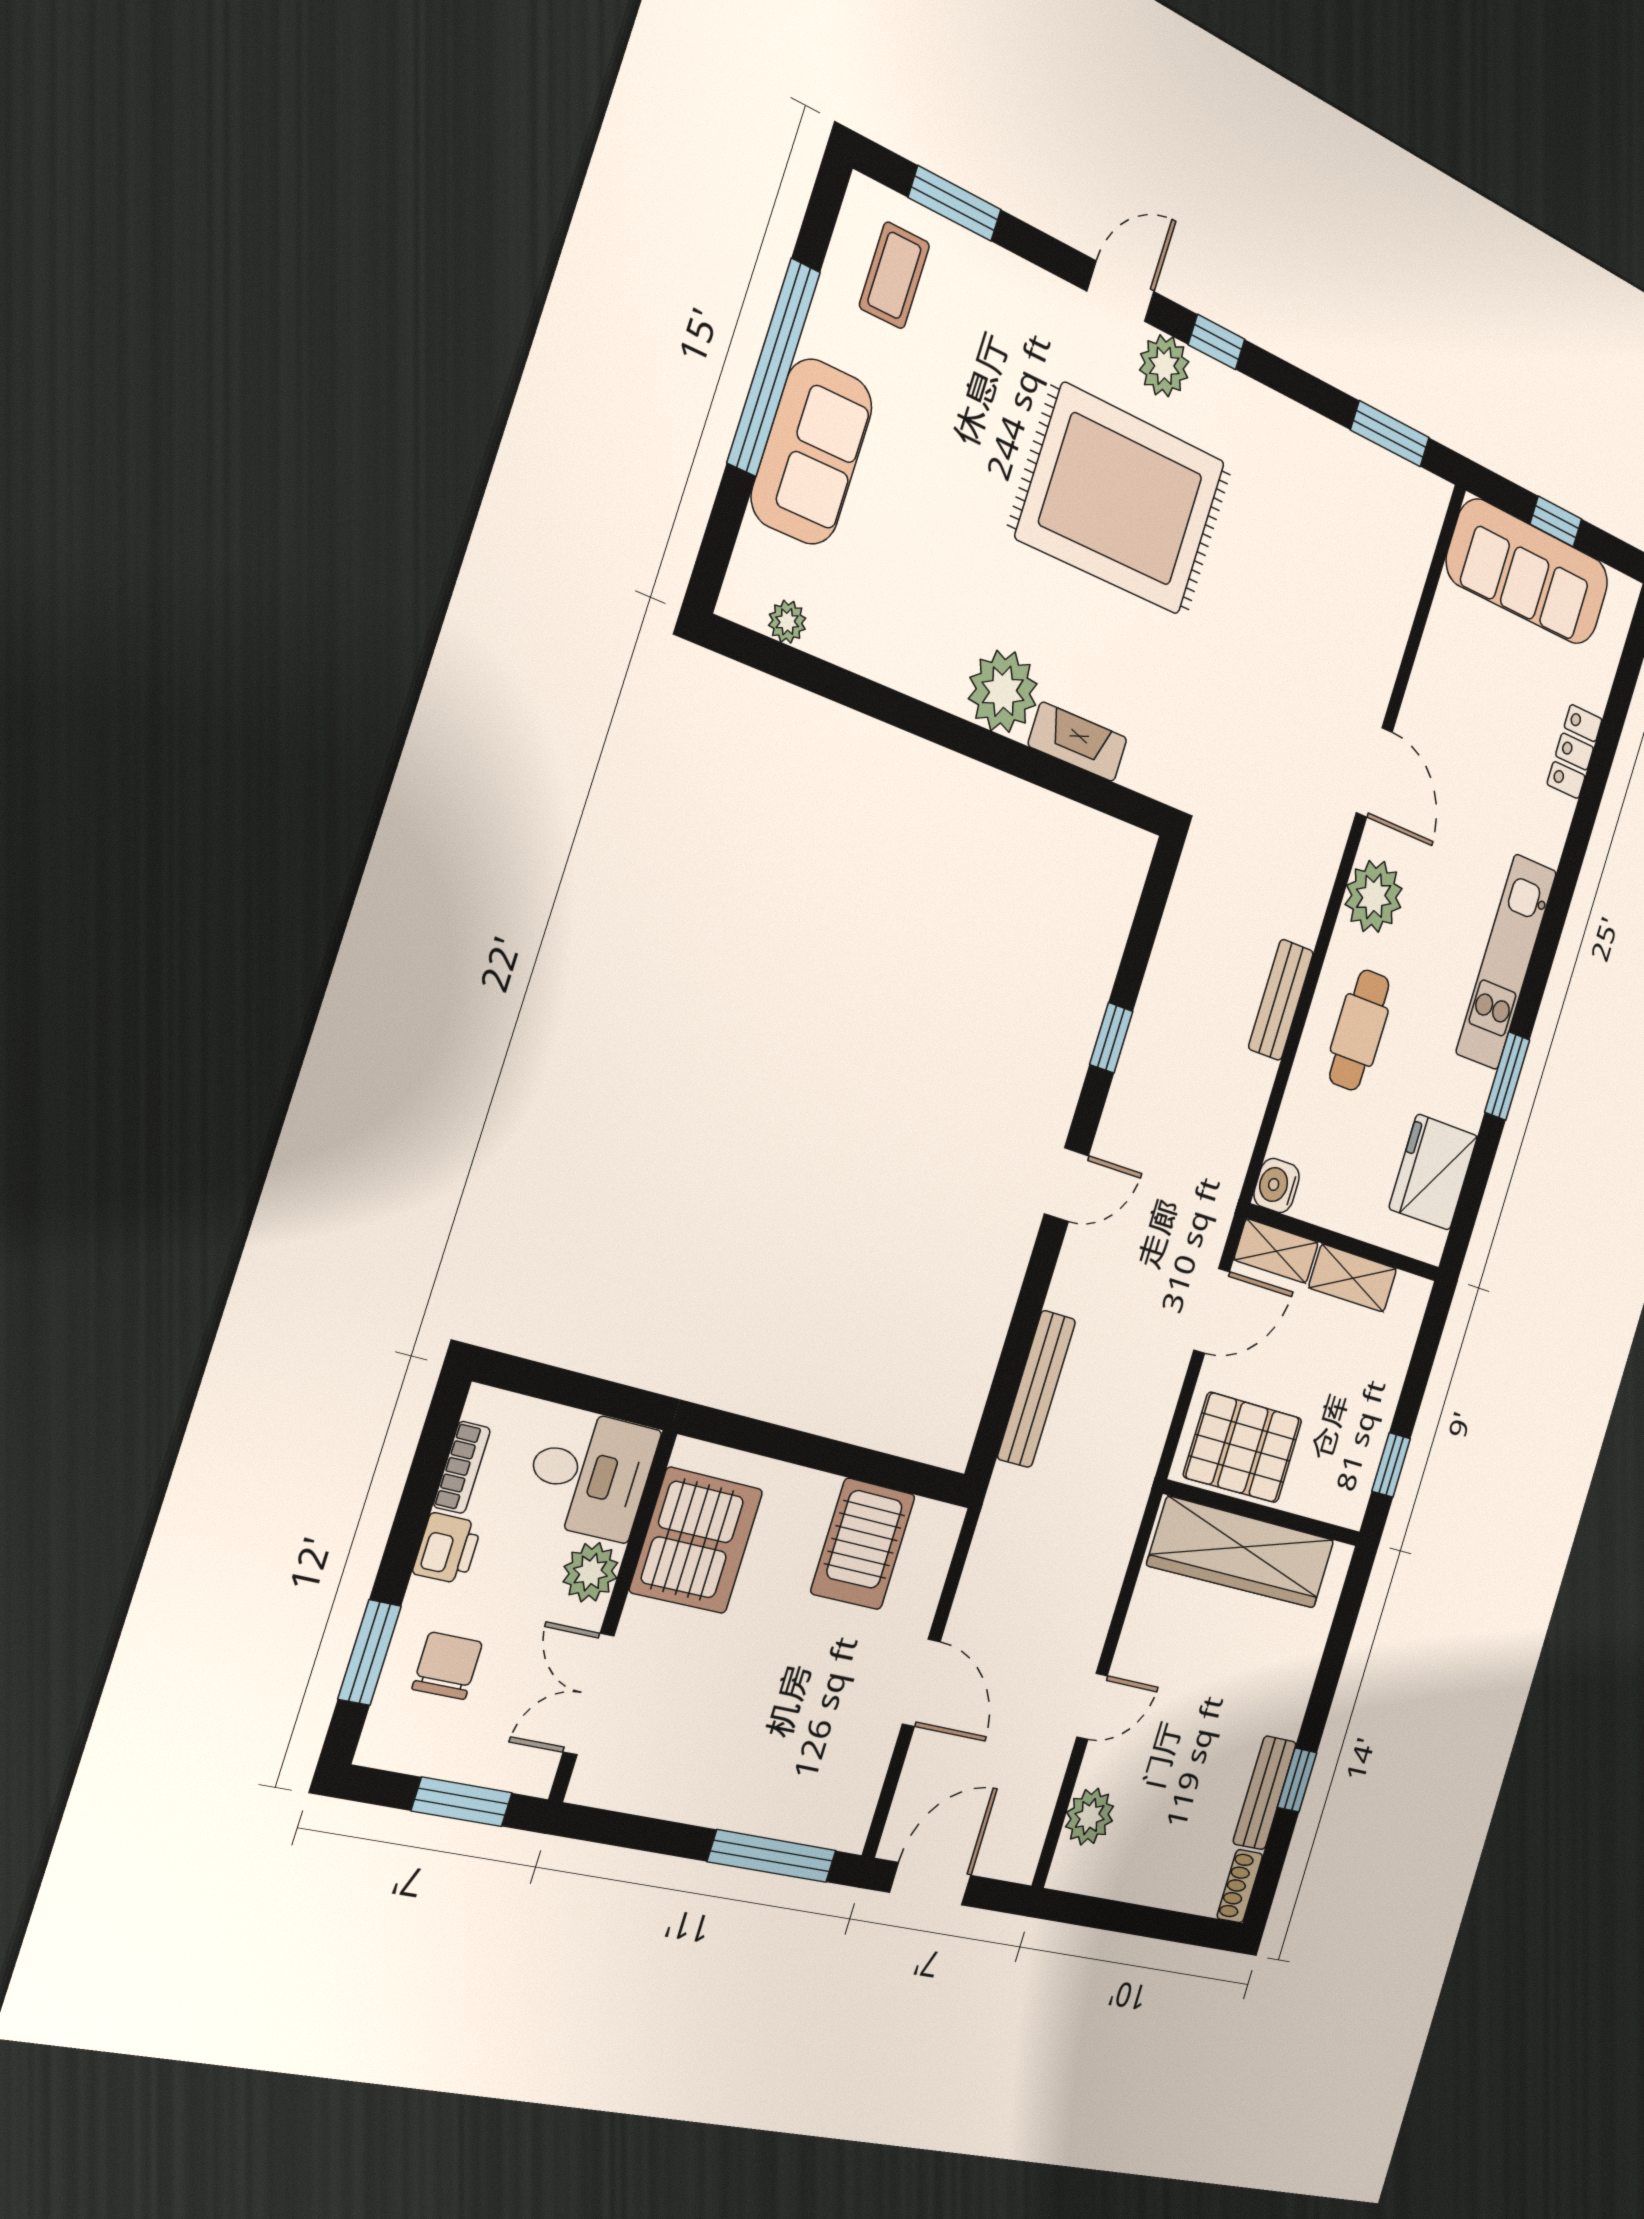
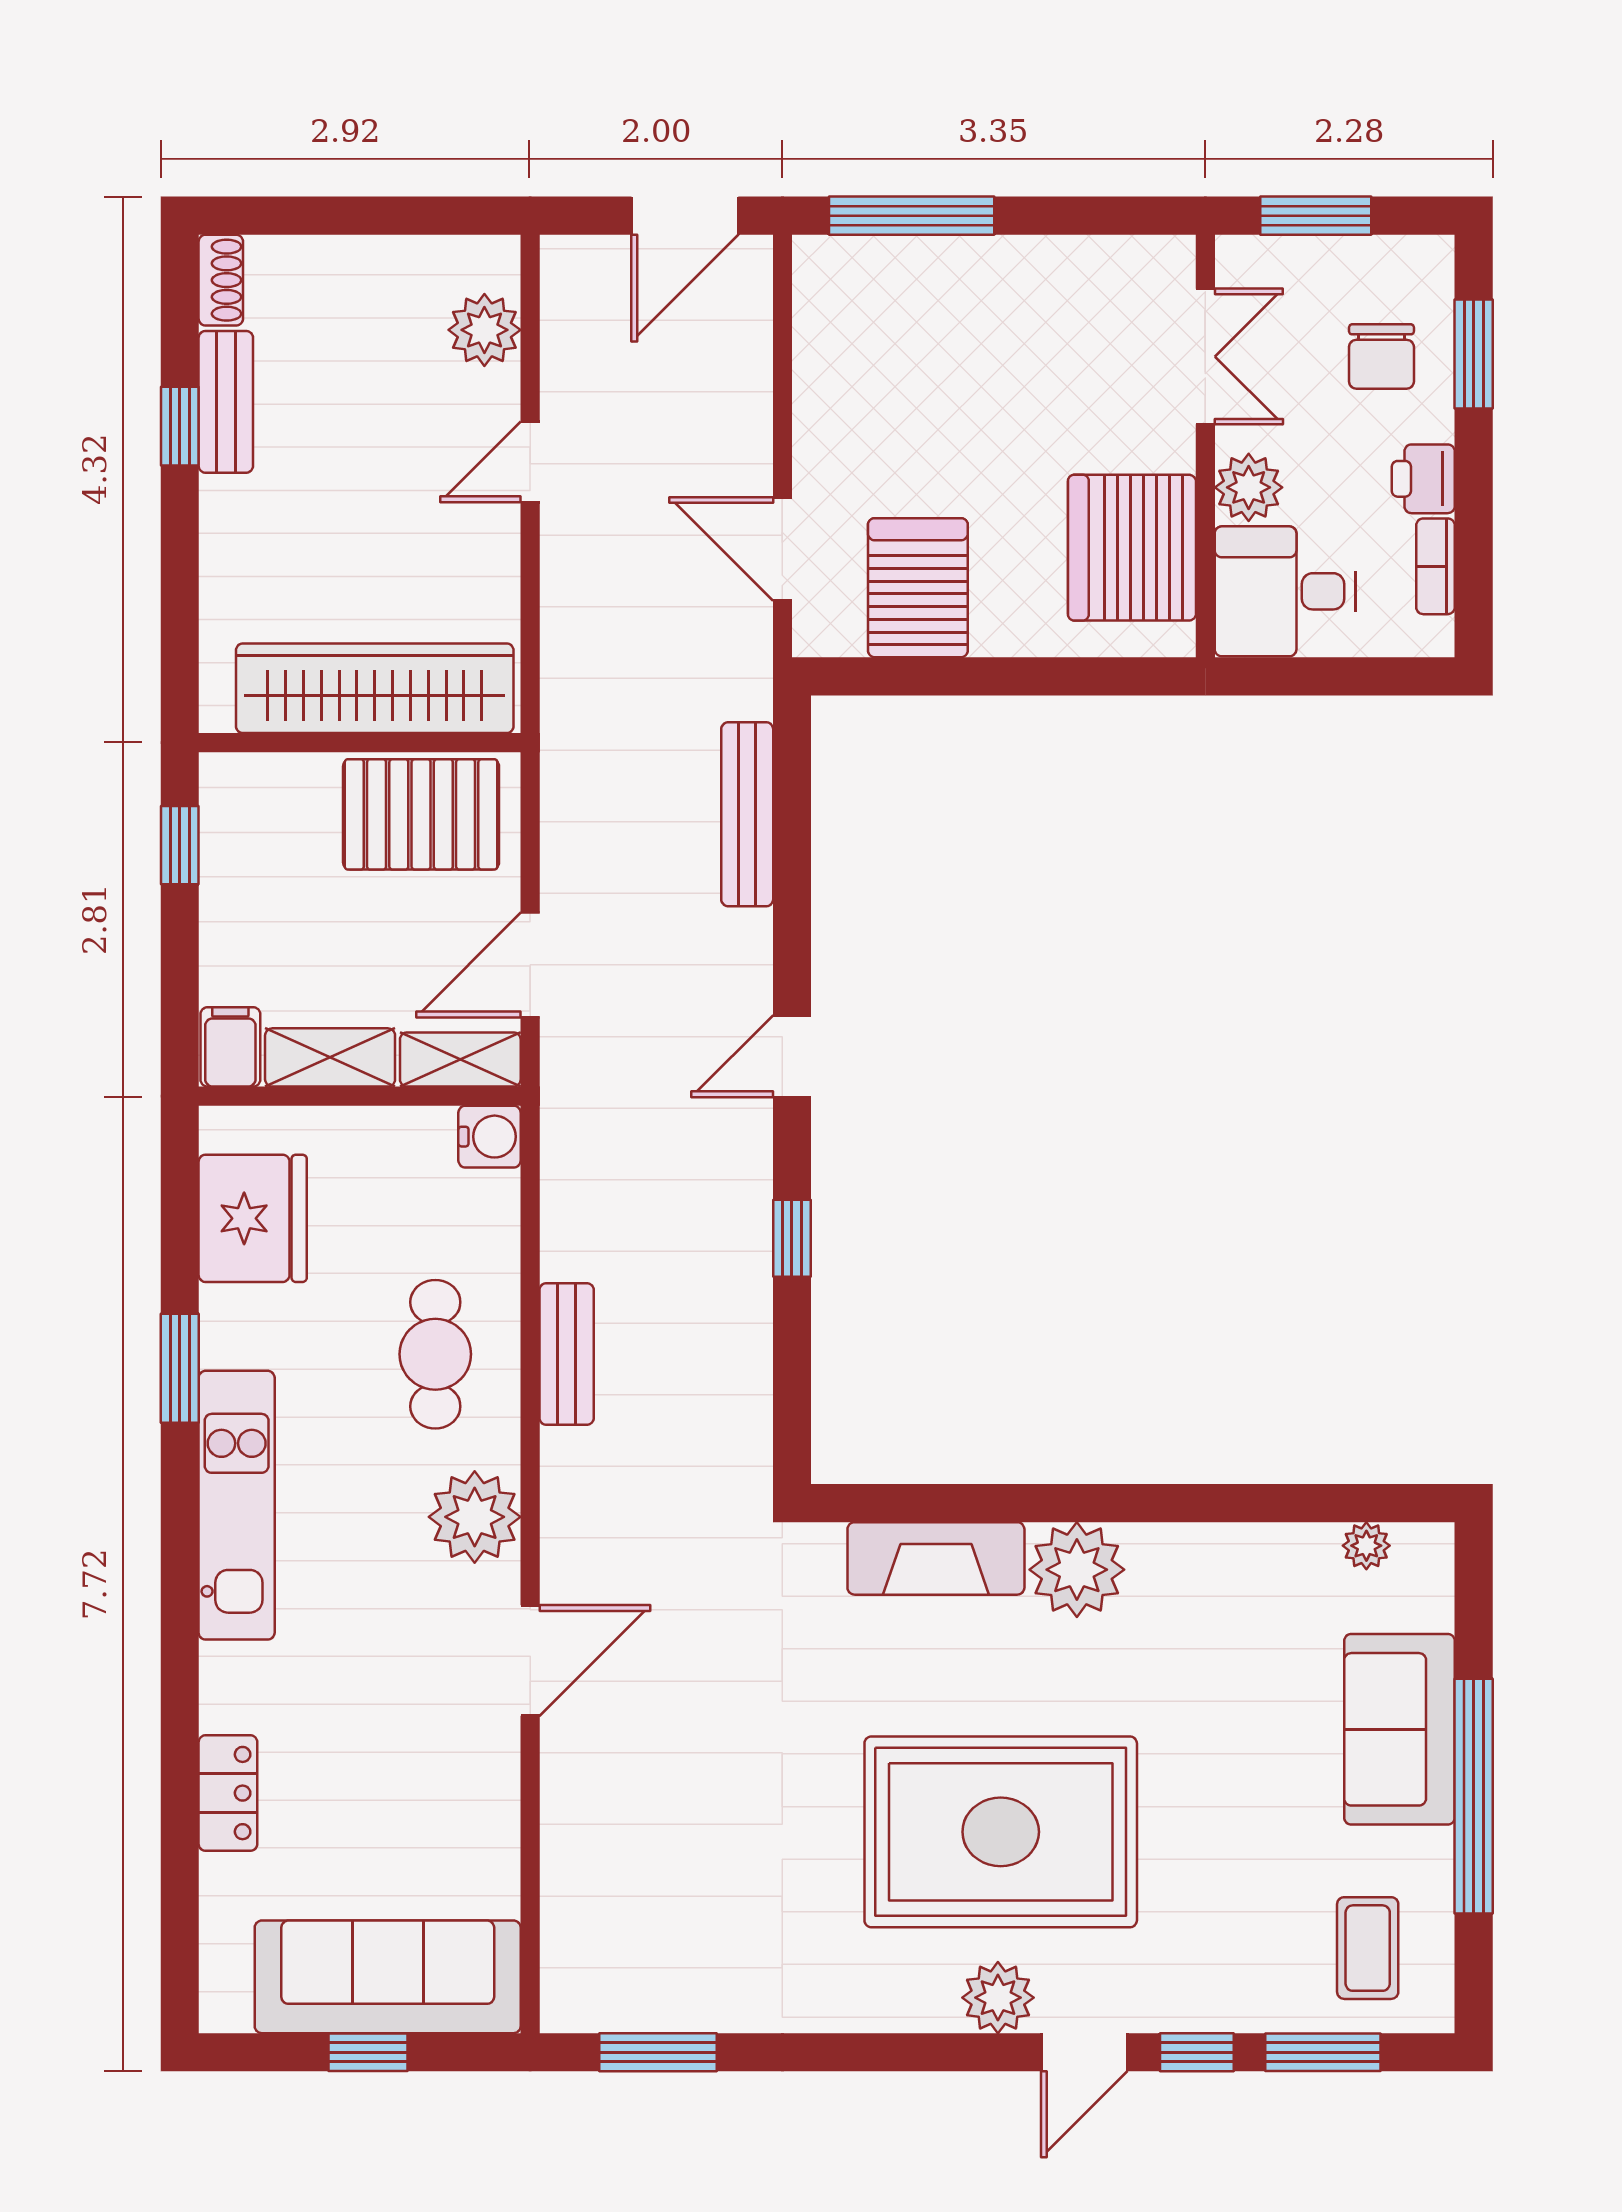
window: (1217, 342) -> (1197, 2052), moved
fireplace: (1078, 742) -> (936, 1558), width x1.37, depth x1.32
door: (1374, 772) -> (530, 1661), swing flipped
filing cabinet: (1408, 1305) -> (230, 1047), added
door: (921, 1683) -> (782, 549), moved

